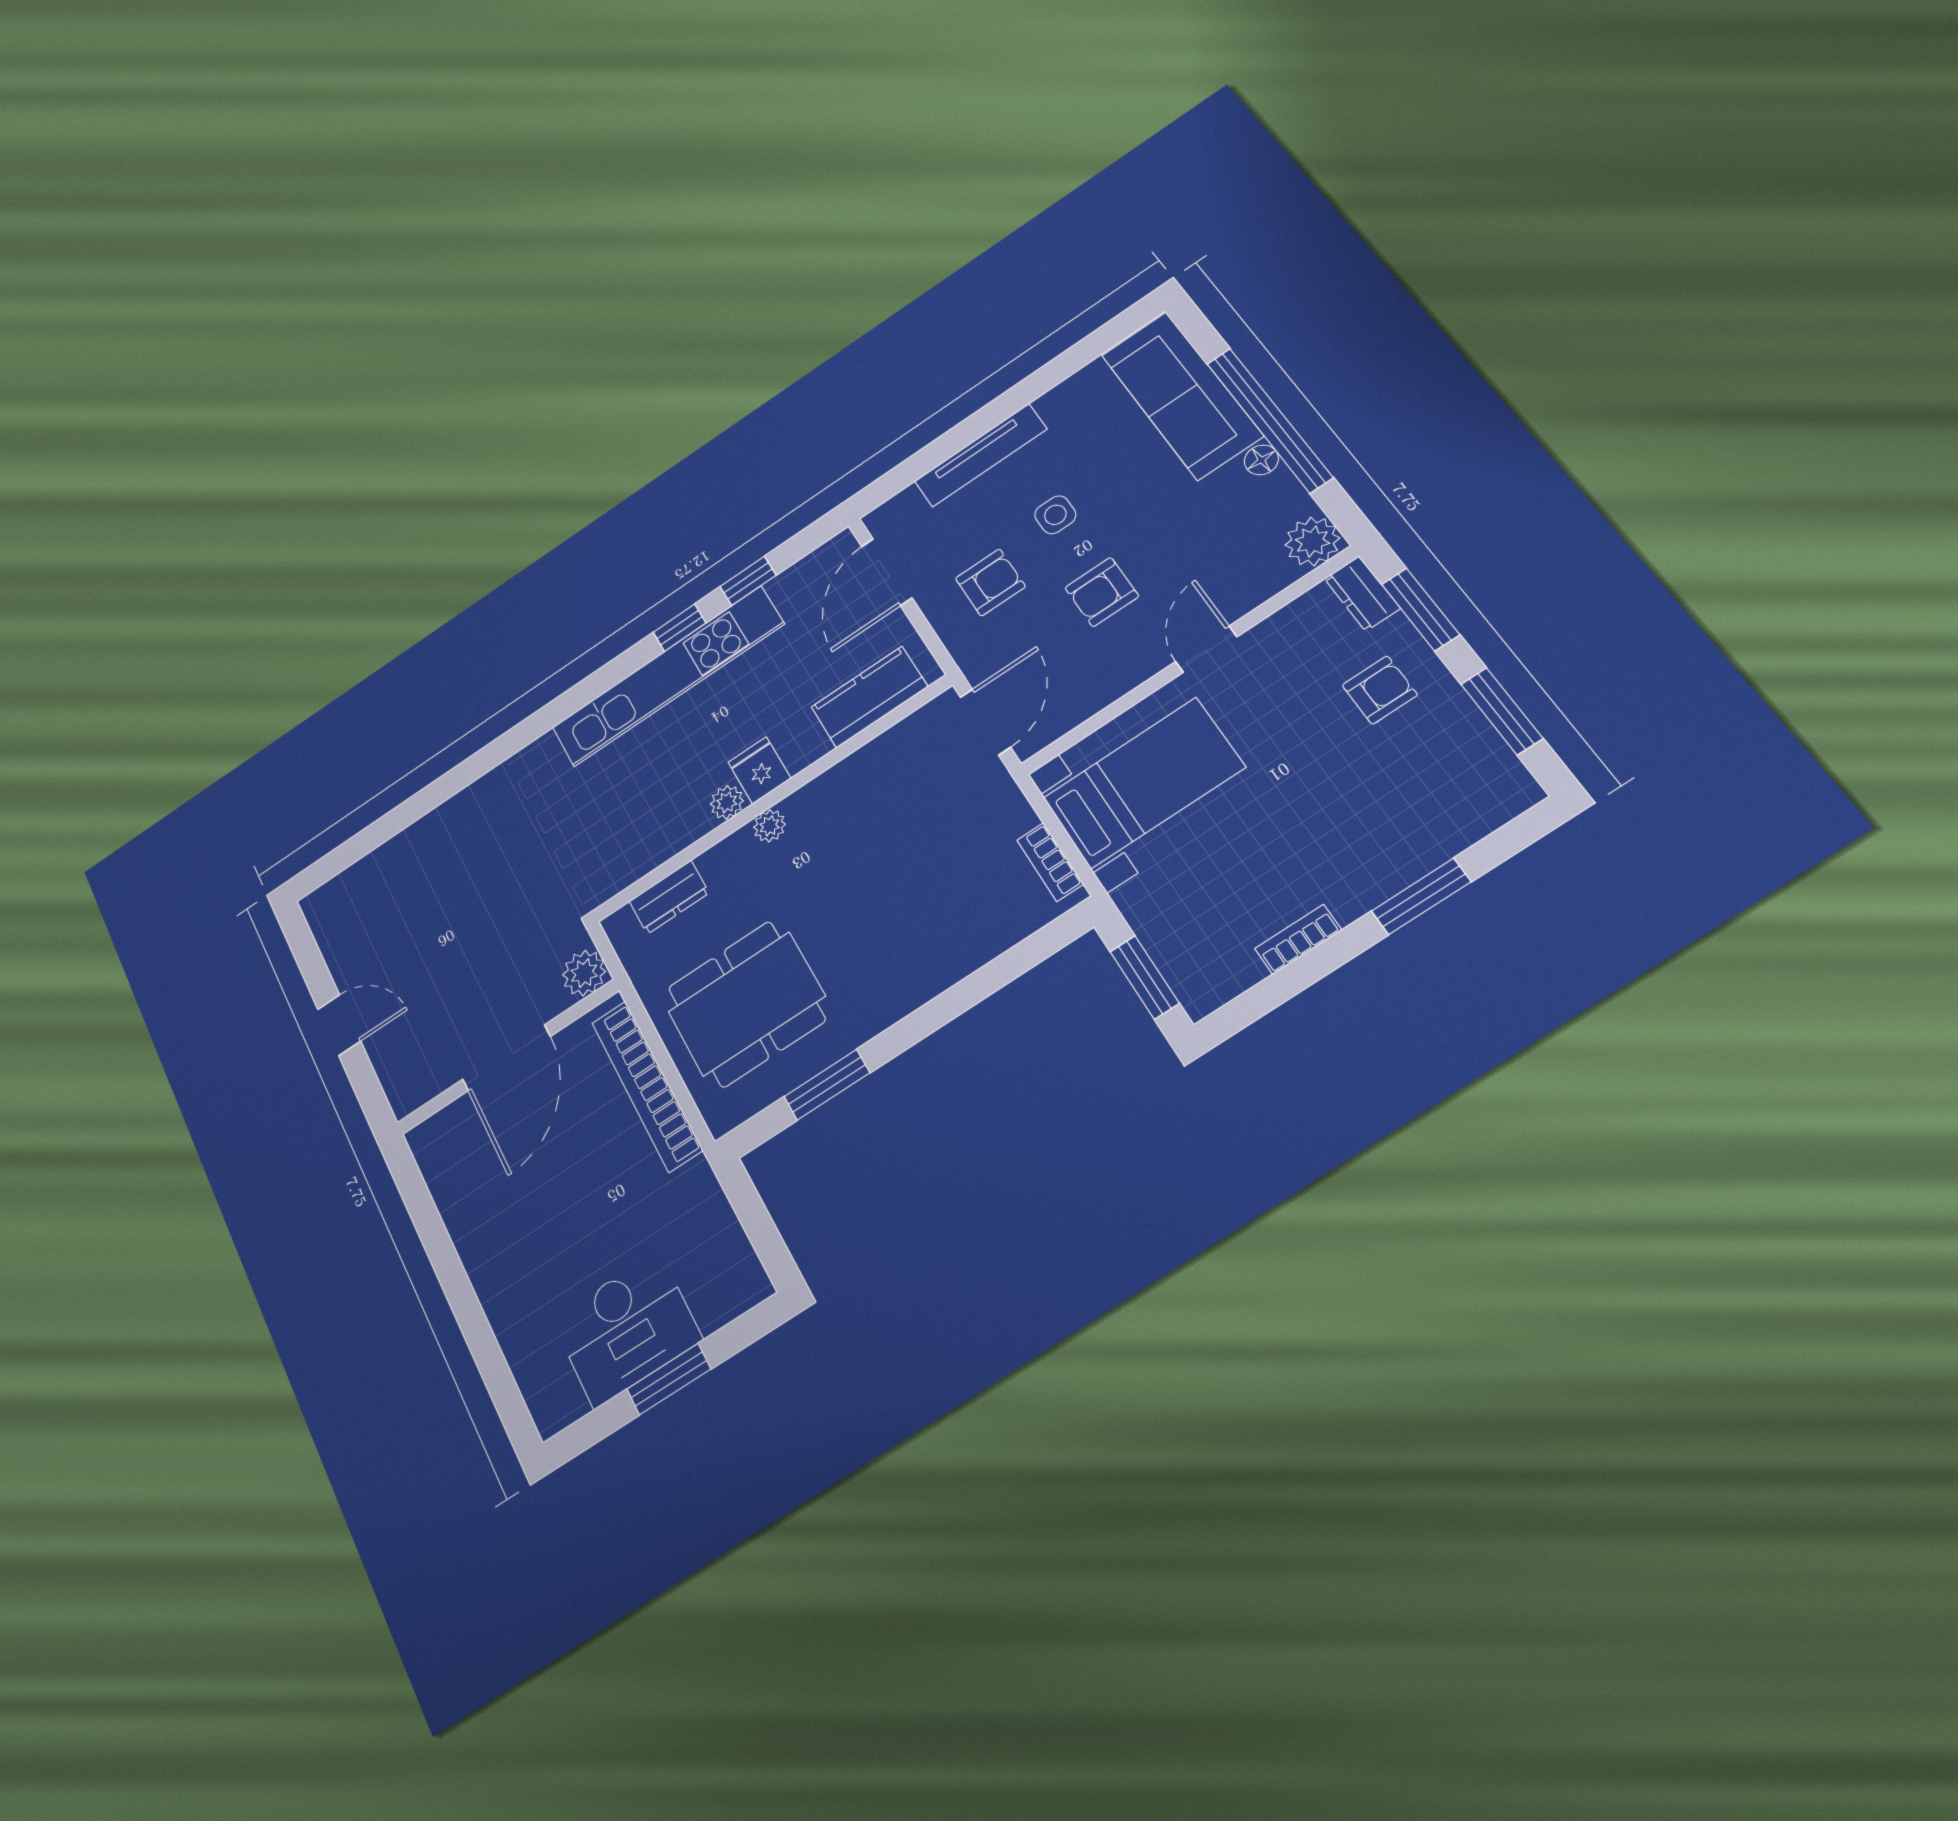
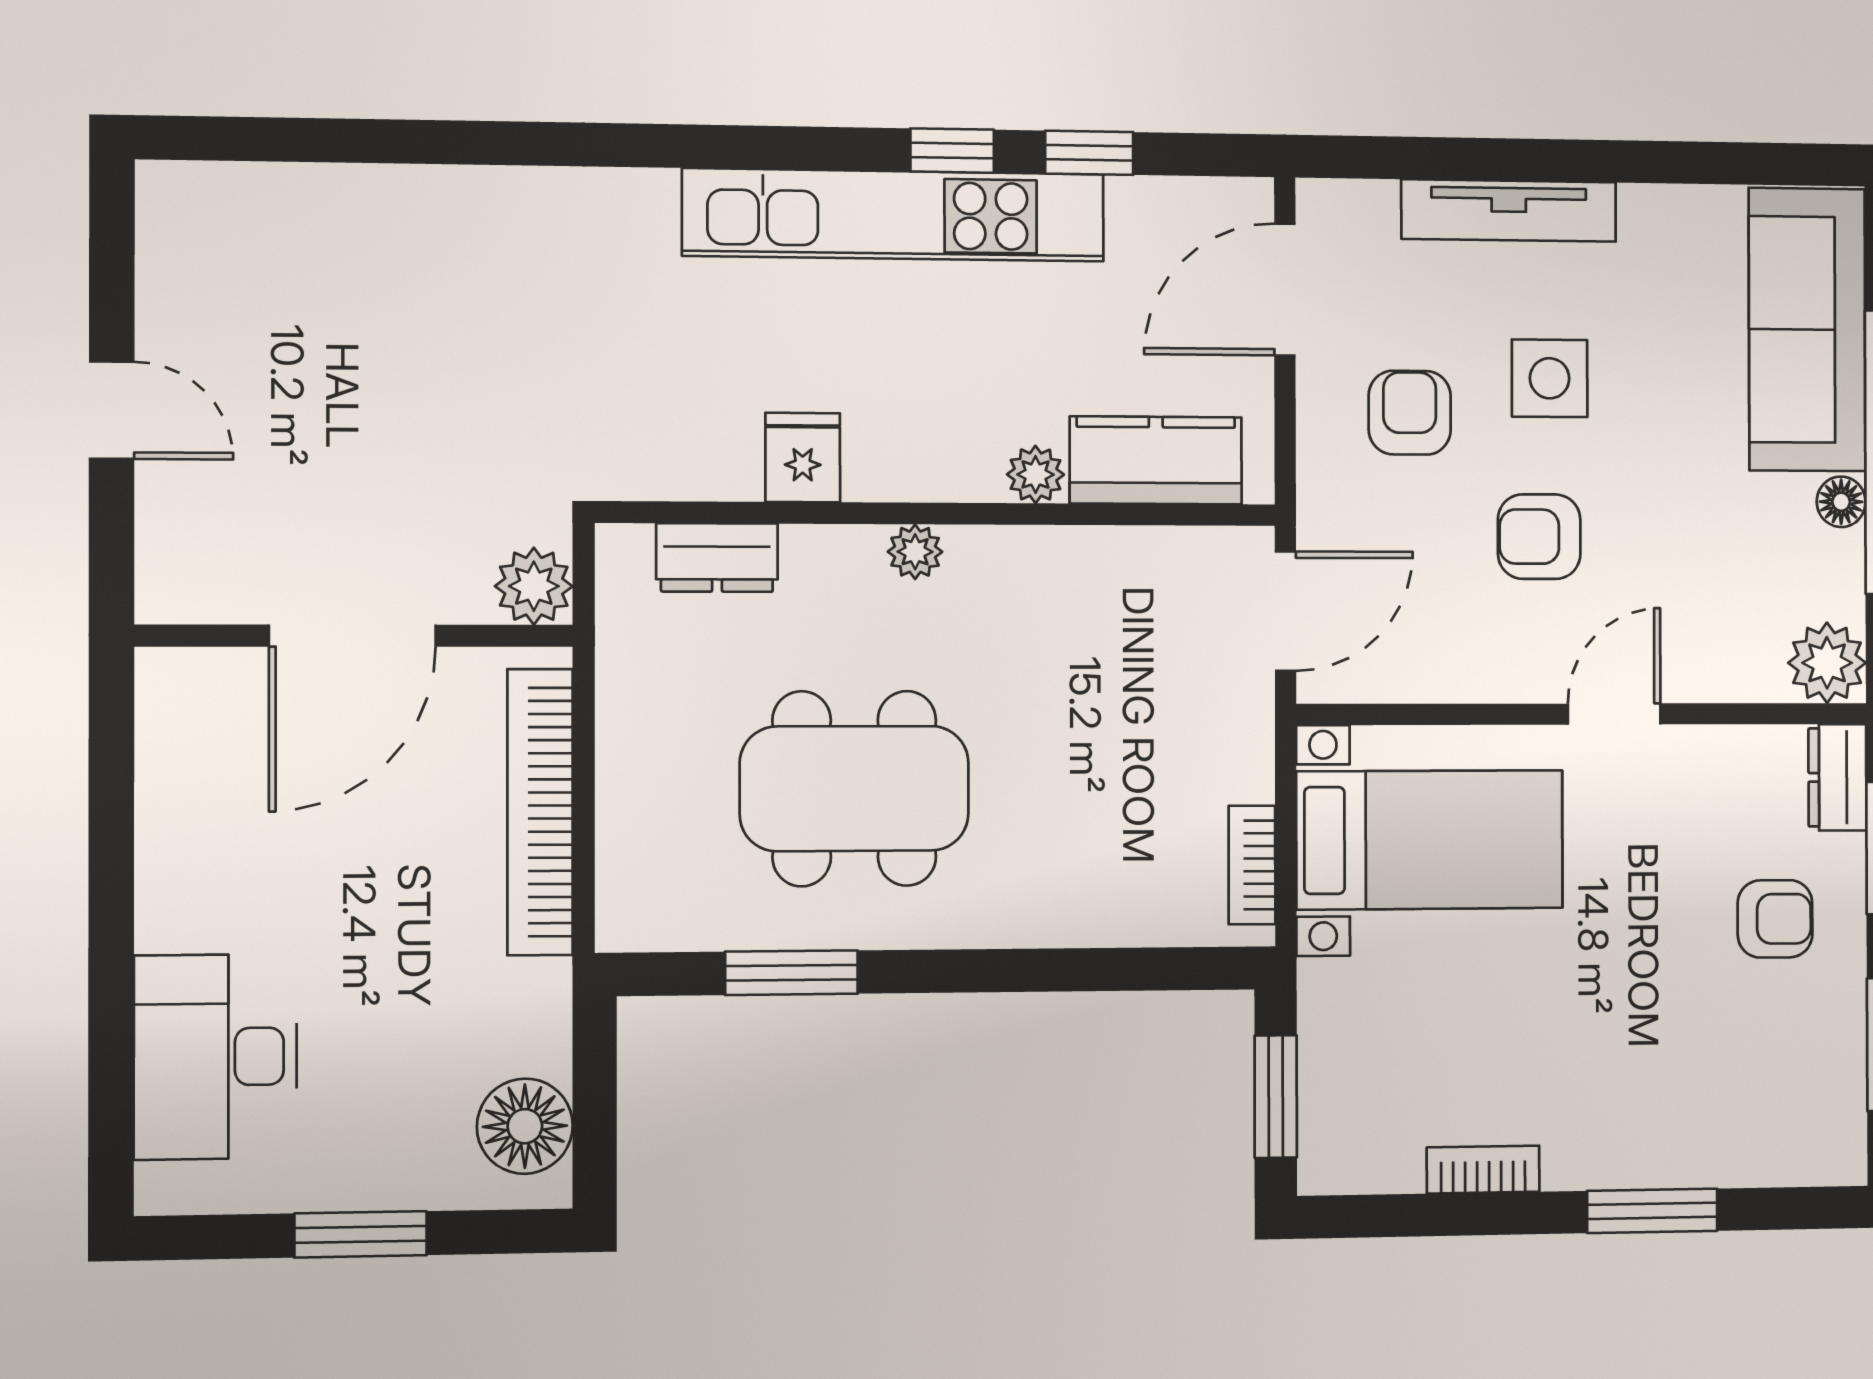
side table: (1055, 515) -> (1550, 378), width x1.37, depth x1.37
armchair: (990, 582) -> (1410, 413), turned -90
fridge: (759, 770) -> (803, 458), moved
plant: (727, 802) -> (1036, 474), moved
dining table: (746, 1004) -> (854, 789), moved
floor lamp: (727, 1262) -> (525, 1126), added
desk: (627, 1329) -> (215, 1057), moved, turned 90

